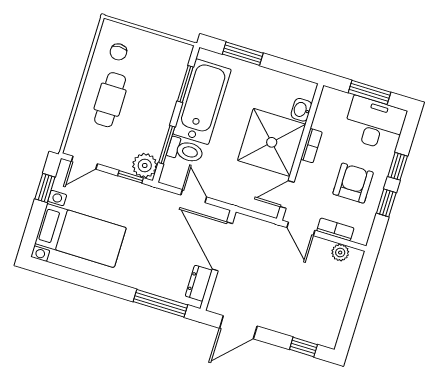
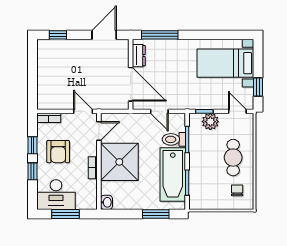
washbasin: (301, 110) -> (106, 202), moved
door: (84, 163) -> (237, 111), hinge flipped
plant: (145, 165) -> (210, 122), moved
bookcase: (335, 229) -> (49, 118), moved
plant: (340, 253) -> (53, 104), removed

